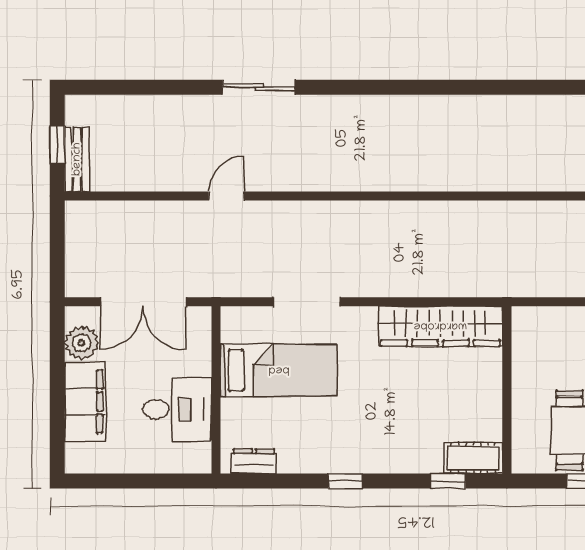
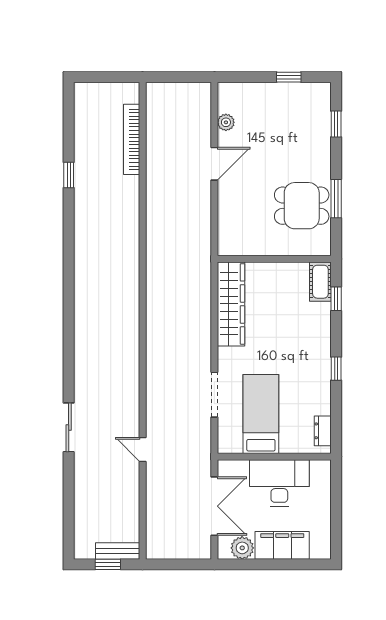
desk: (177, 409) -> (279, 483), width x1.37

